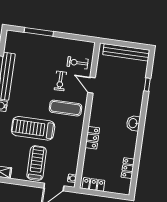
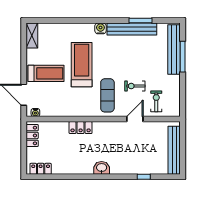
bench: (31, 39) -> (174, 49), added
locker: (128, 168) -> (41, 169), moved

